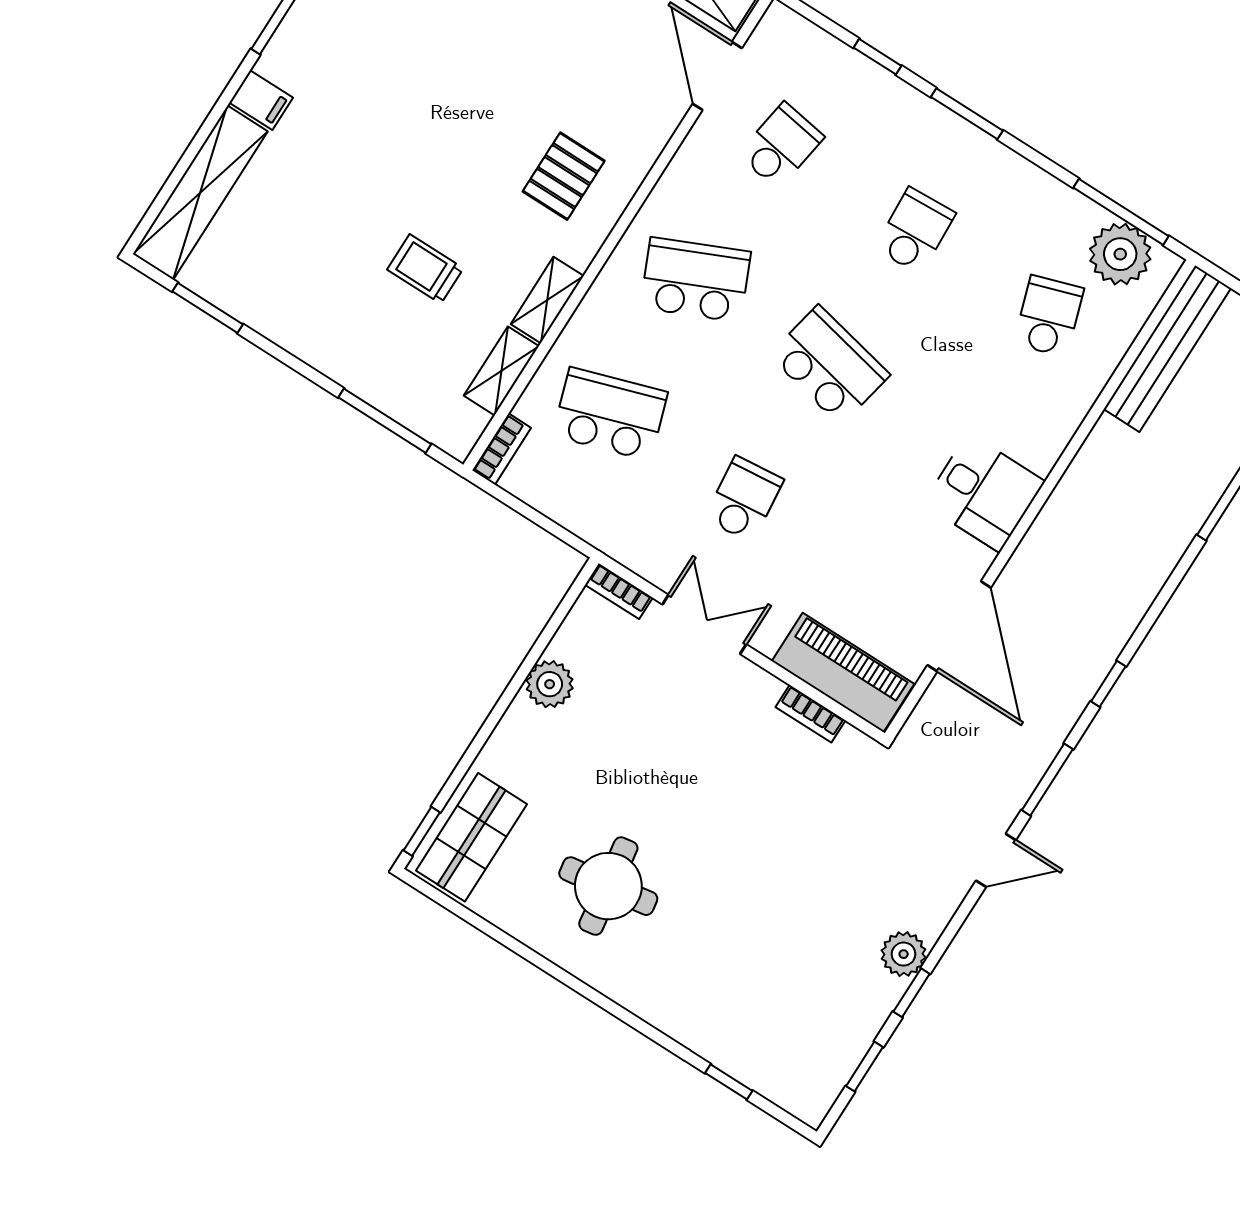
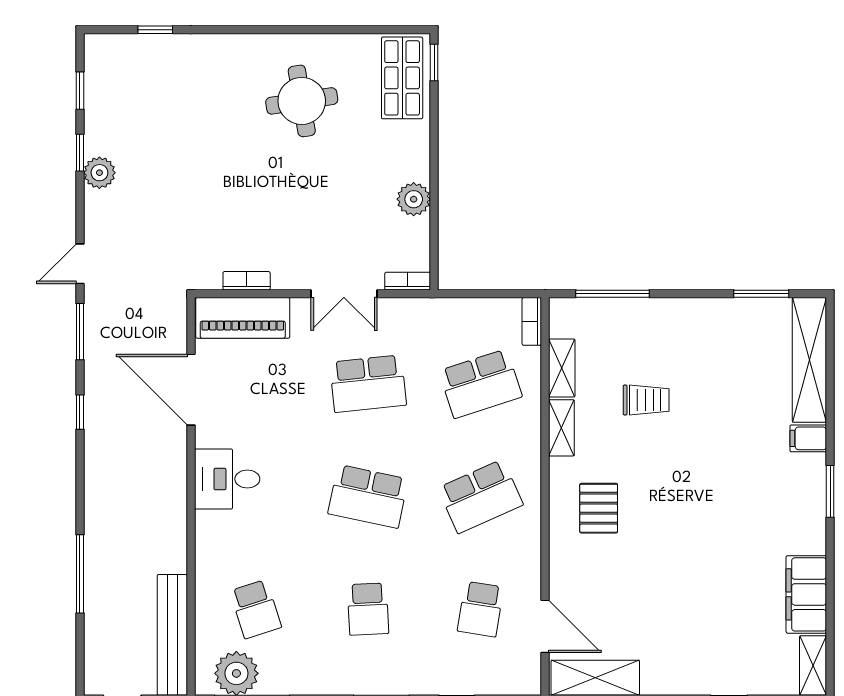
school desk: (744, 499) -> (368, 384), width x1.85

